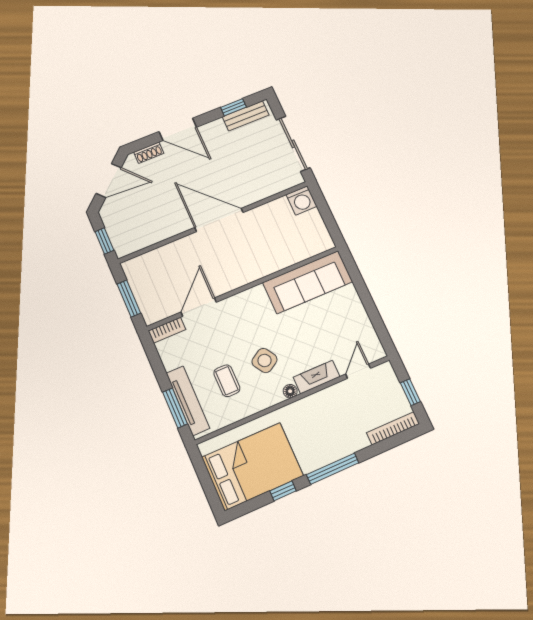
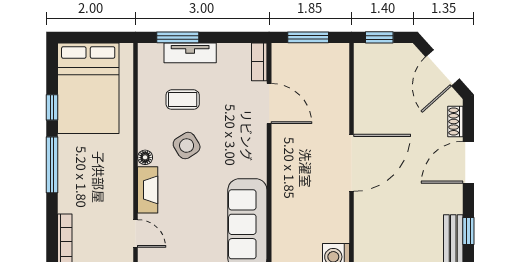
tv unit: (188, 401) -> (190, 53), width x0.71

